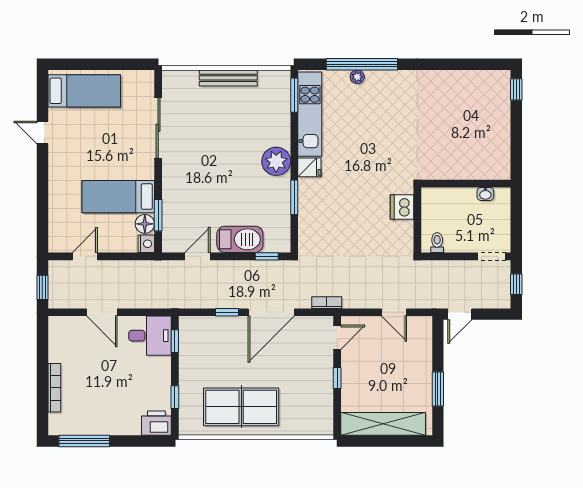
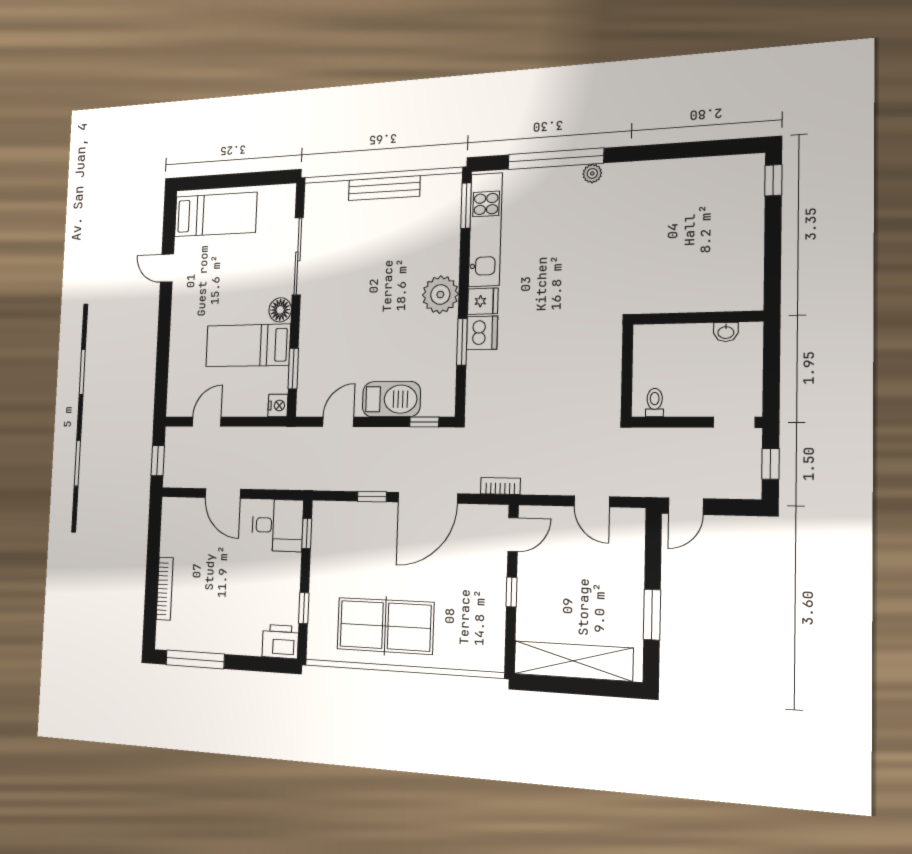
plant: (357, 77) -> (592, 173), moved
dishwasher: (402, 207) -> (482, 333), moved, turned 180
floor lamp: (145, 224) -> (280, 310), moved

